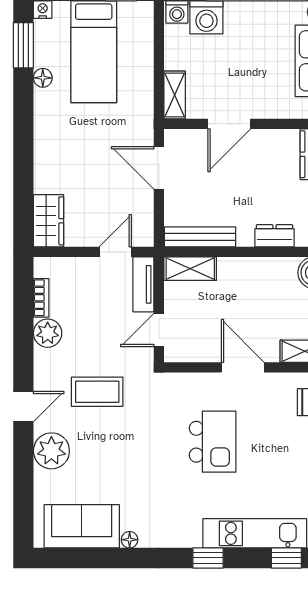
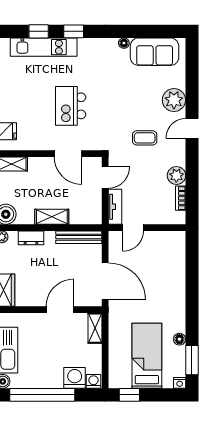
door: (159, 168) -> (105, 281), width x1.36
wardrobe: (49, 221) -> (176, 248), removed
shelving: (190, 269) -> (52, 217), moved
door: (243, 367) -> (68, 154), moved
coffee table: (97, 392) -> (145, 138), width x0.73, depth x0.77
window: (286, 558) -> (39, 31), moved

